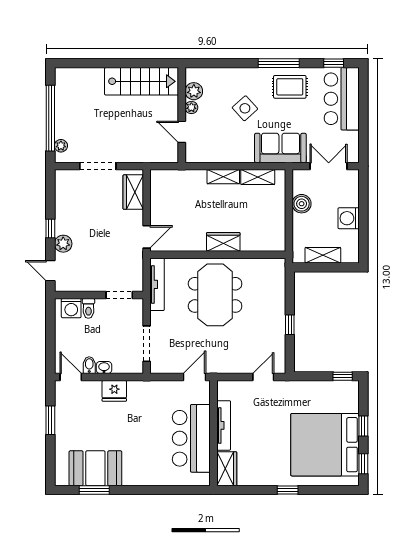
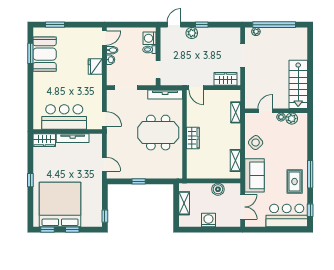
side table: (245, 108) -> (256, 143), moved
shelving: (223, 177) -> (236, 112), moved
window: (50, 420) -> (55, 25), moved

